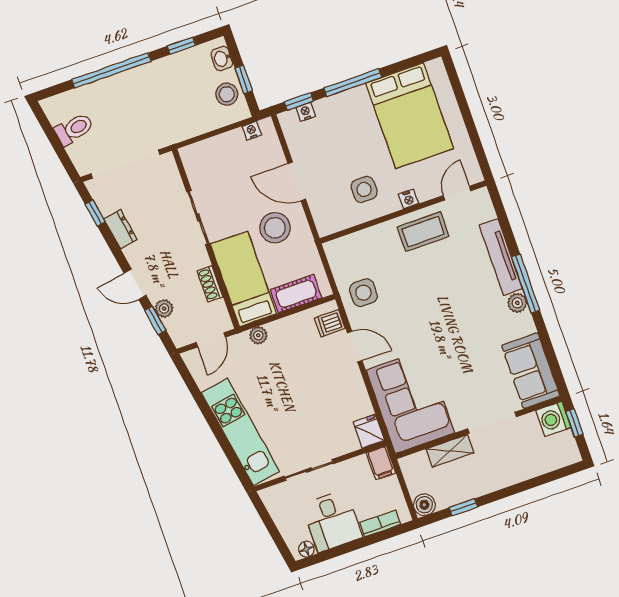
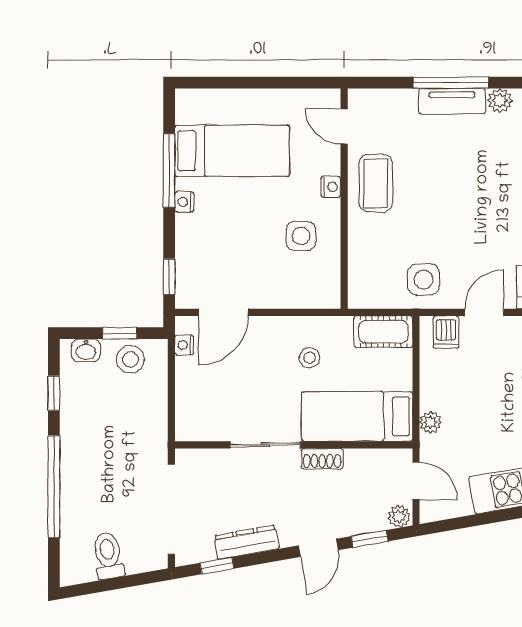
window: (353, 83) -> (169, 171), moved
nightstand: (306, 112) -> (184, 202), moved
bed: (410, 116) -> (232, 151), width x0.67
door: (297, 181) -> (223, 312), moved
stool: (275, 228) -> (310, 358), width x0.53, depth x0.53
dresser: (120, 229) -> (247, 542), width x1.44
tv unit: (501, 257) -> (452, 101), width x0.71
shoe rack: (210, 284) -> (322, 458), moved
window: (526, 284) -> (451, 83), moved
cot: (296, 294) -> (383, 332), moved, turned 90
plant: (164, 309) -> (399, 516), moved

